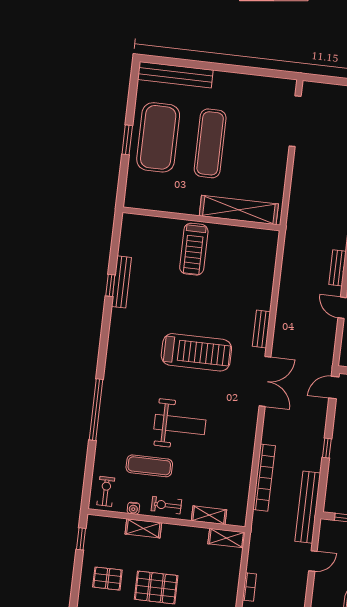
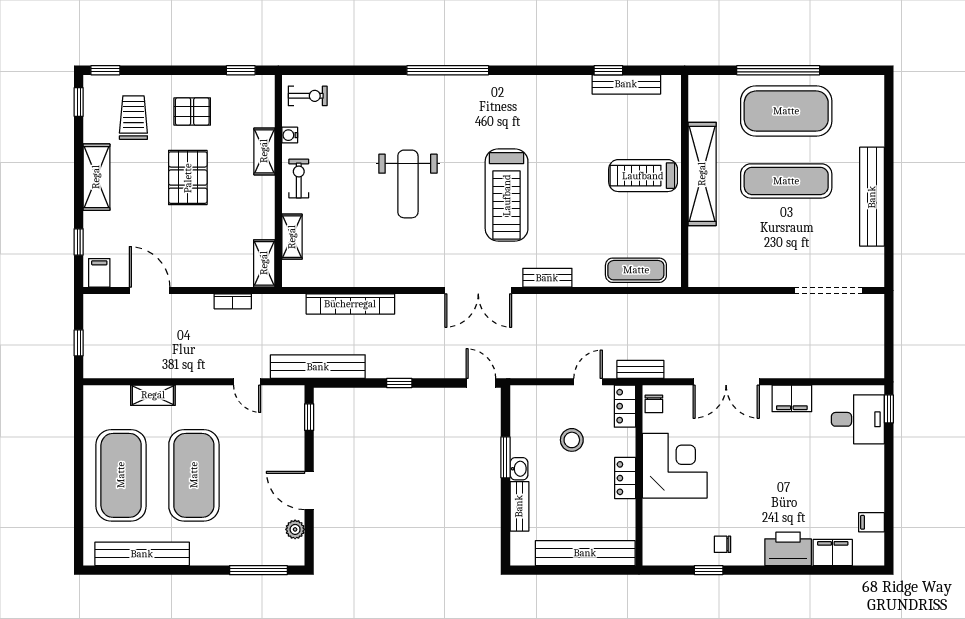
bench: (175, 75) -> (872, 197), moved
window: (127, 140) -> (778, 70), width x2.11
shelving: (239, 210) -> (702, 174), moved
bench: (121, 282) -> (626, 84), moved
window: (110, 285) -> (608, 70), moved
window: (96, 410) -> (448, 70), moved
exercise mat: (149, 466) -> (636, 270), moved, turned 90
pallet: (107, 579) -> (192, 112), turned 90
bookcase: (249, 587) -> (233, 301), moved

